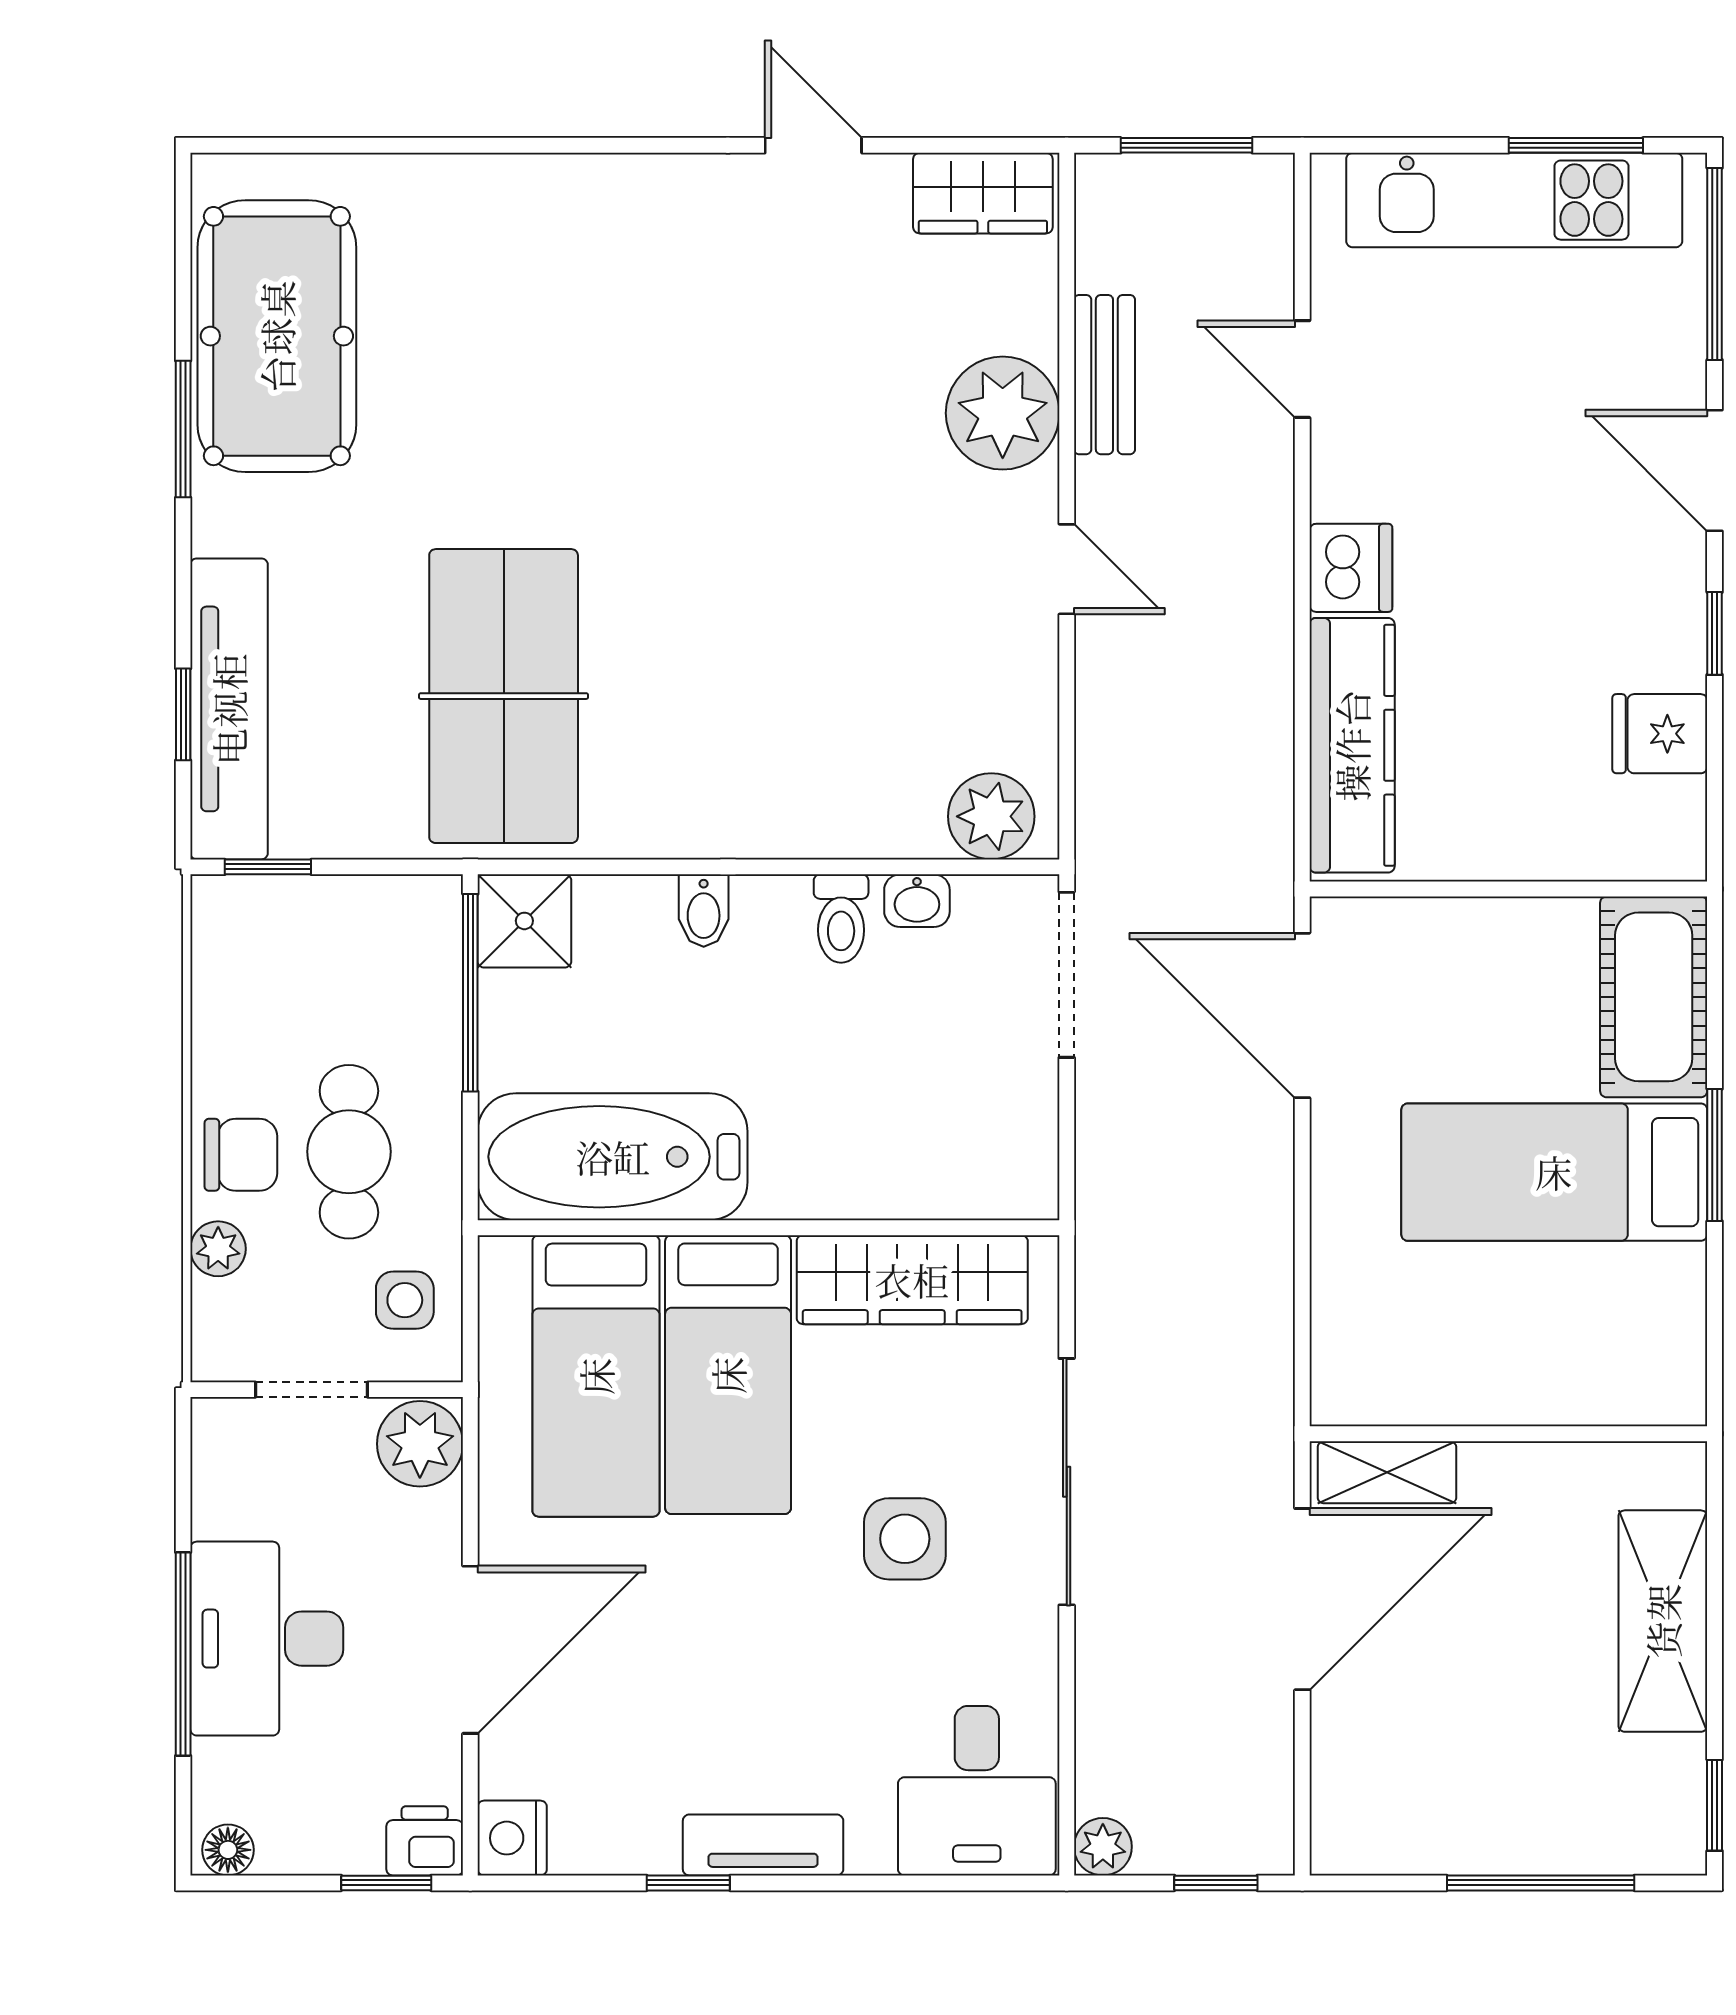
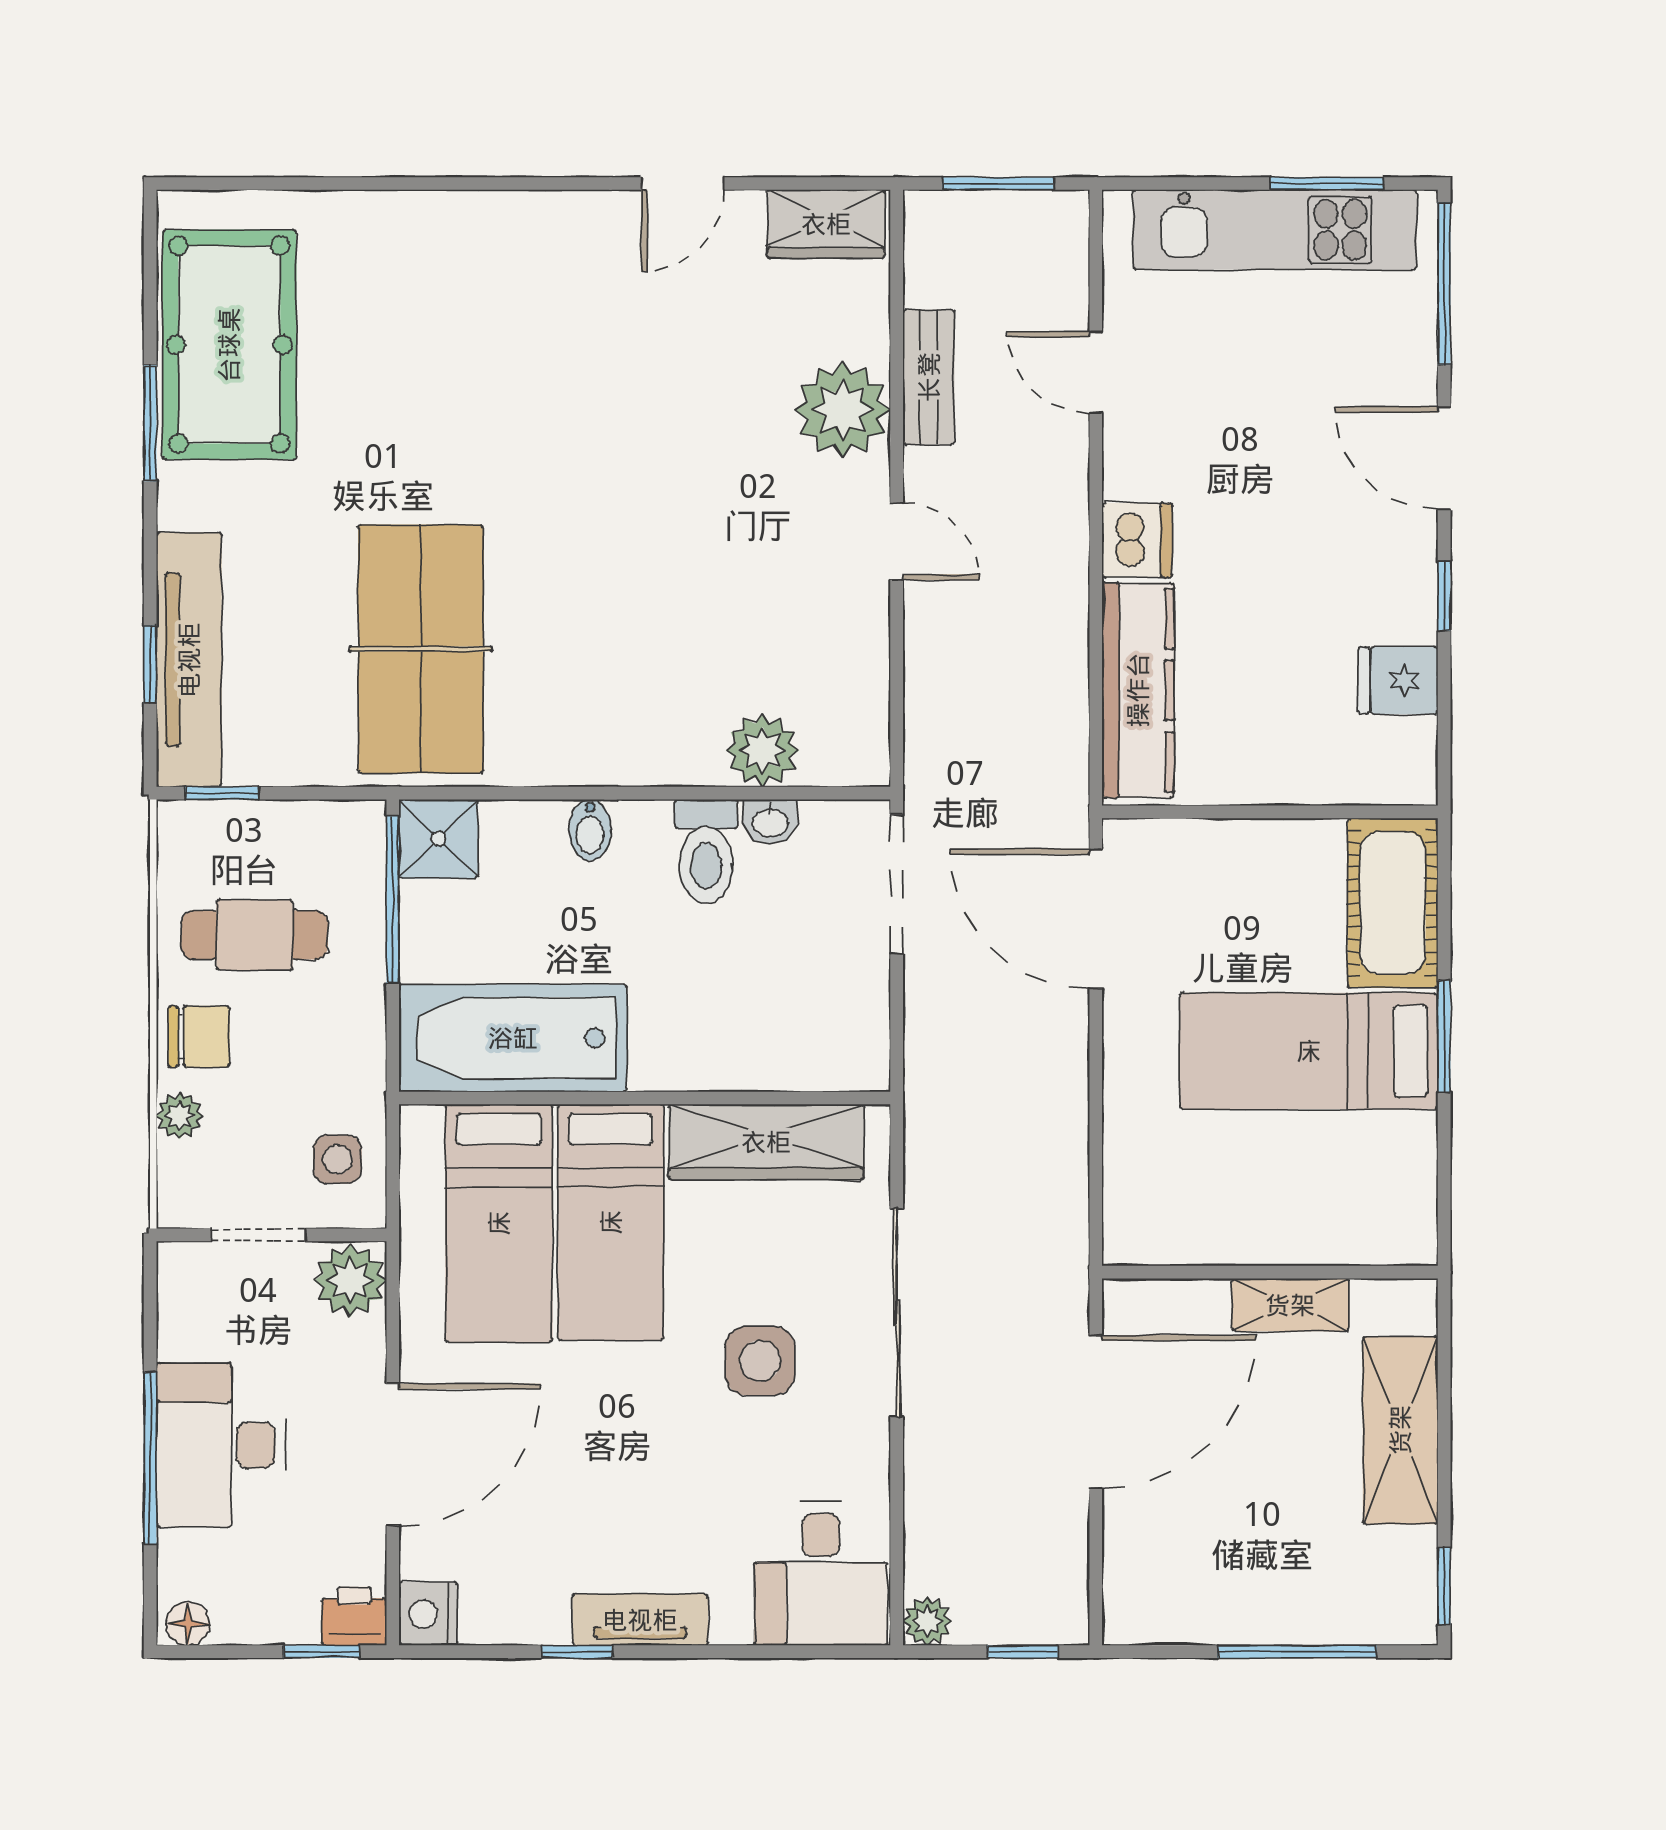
door: (813, 145) -> (683, 183), swing flipped
plant: (991, 816) -> (763, 750), moved
toilet: (841, 919) -> (706, 851), width x1.37, depth x1.39
cafe table: (349, 1152) -> (255, 935), moved, turned 90
shelving: (1387, 1472) -> (1290, 1305), moved

